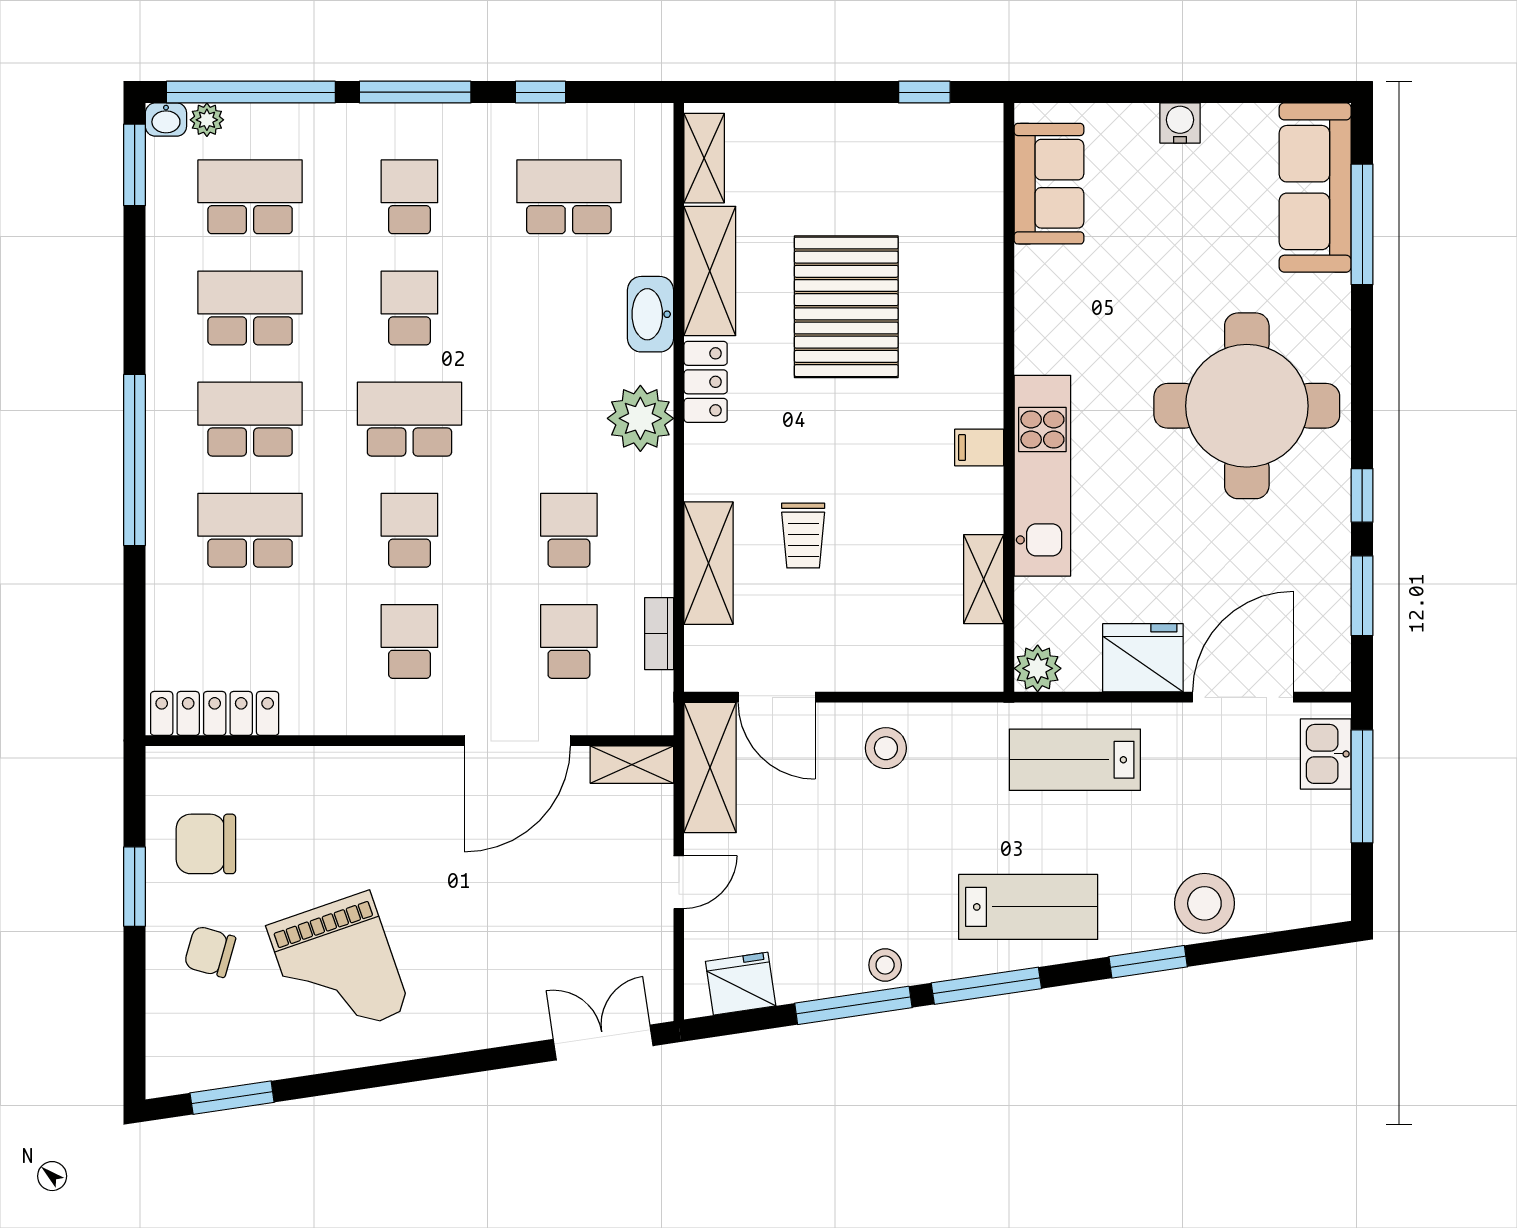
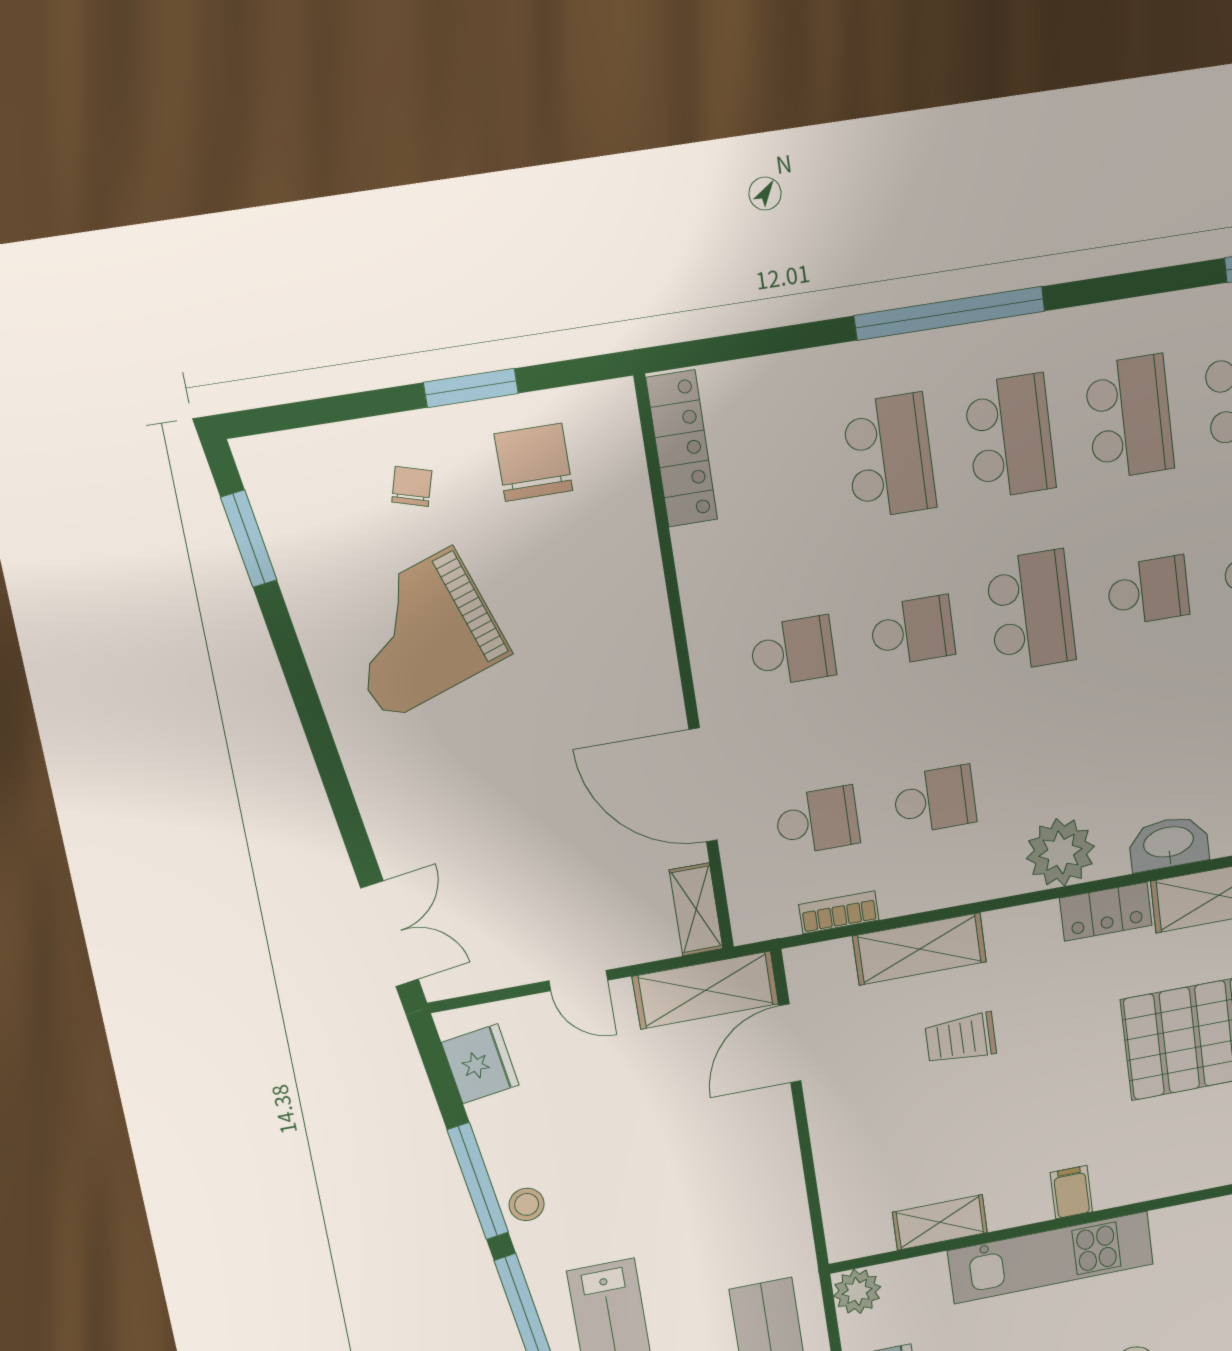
stool: (886, 748) -> (753, 1162), removed
chair: (210, 952) -> (412, 486), width x0.73, depth x0.73

